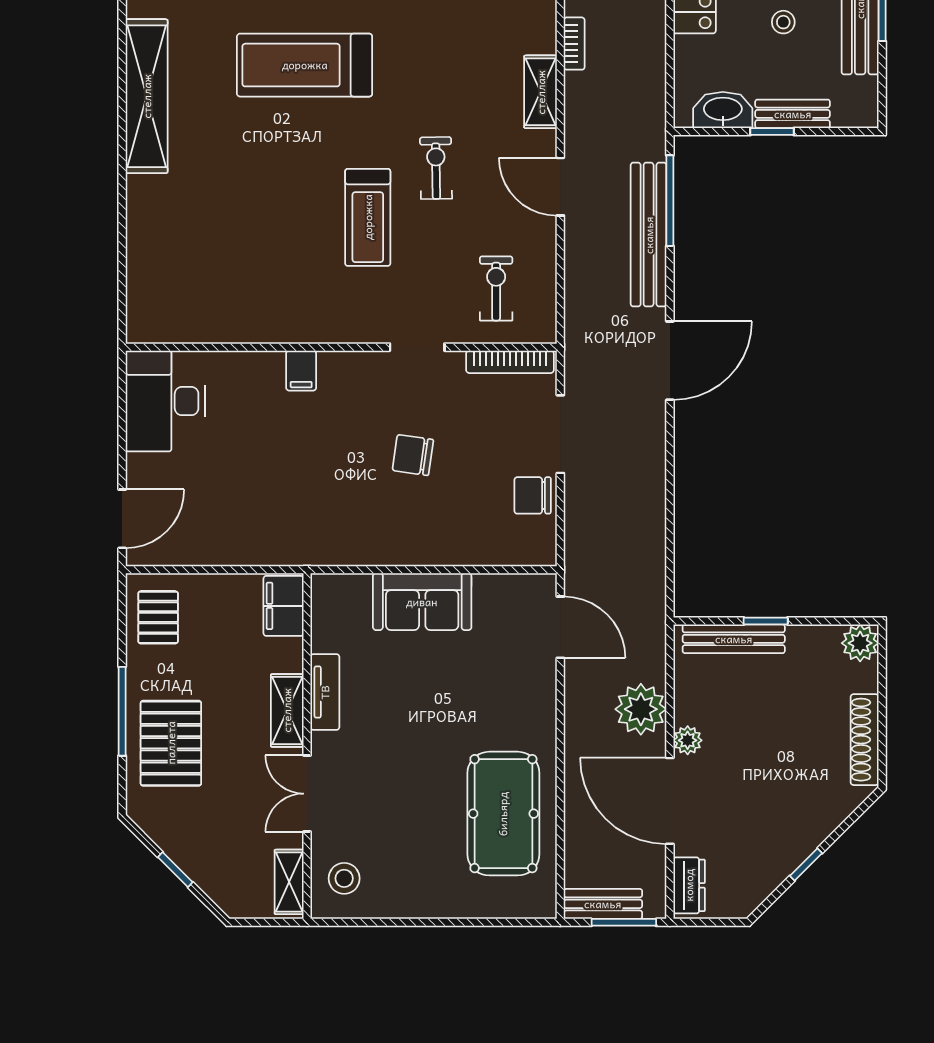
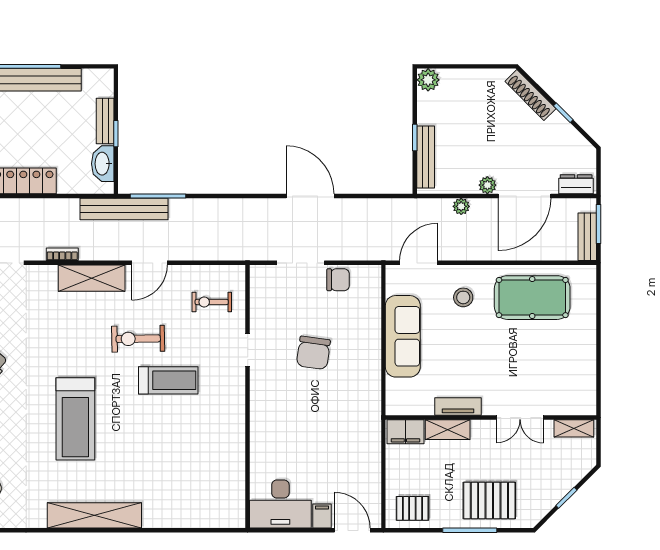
stool: (783, 22) -> (49, 127), removed
shelving: (541, 92) -> (92, 278), width x1.50, depth x1.33
exercise bike: (436, 168) -> (138, 339), width x1.38, depth x1.39
bench: (649, 235) -> (124, 209), moved
door: (670, 361) -> (310, 196), moved
bookcase: (510, 362) -> (256, 294), removed
filing cabinet: (301, 371) -> (322, 516), moved, turned -90
chair: (413, 455) -> (313, 353), width x1.37, depth x1.37
chair: (533, 495) -> (338, 280), turned -90
sofa: (422, 602) -> (403, 336), width x1.36
plant: (641, 709) -> (461, 206), width x0.53, depth x0.53
shelving: (287, 710) -> (448, 430), moved
shoe rack: (865, 740) -> (530, 95), moved, turned 45
stool: (344, 878) -> (463, 297), moved

